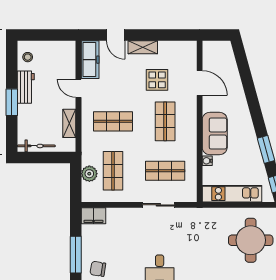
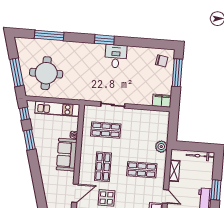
door: (200, 83) -> (75, 193), swing flipped
shop shelf: (113, 171) -> (145, 133), removed
plant: (89, 174) -> (161, 147), moved

